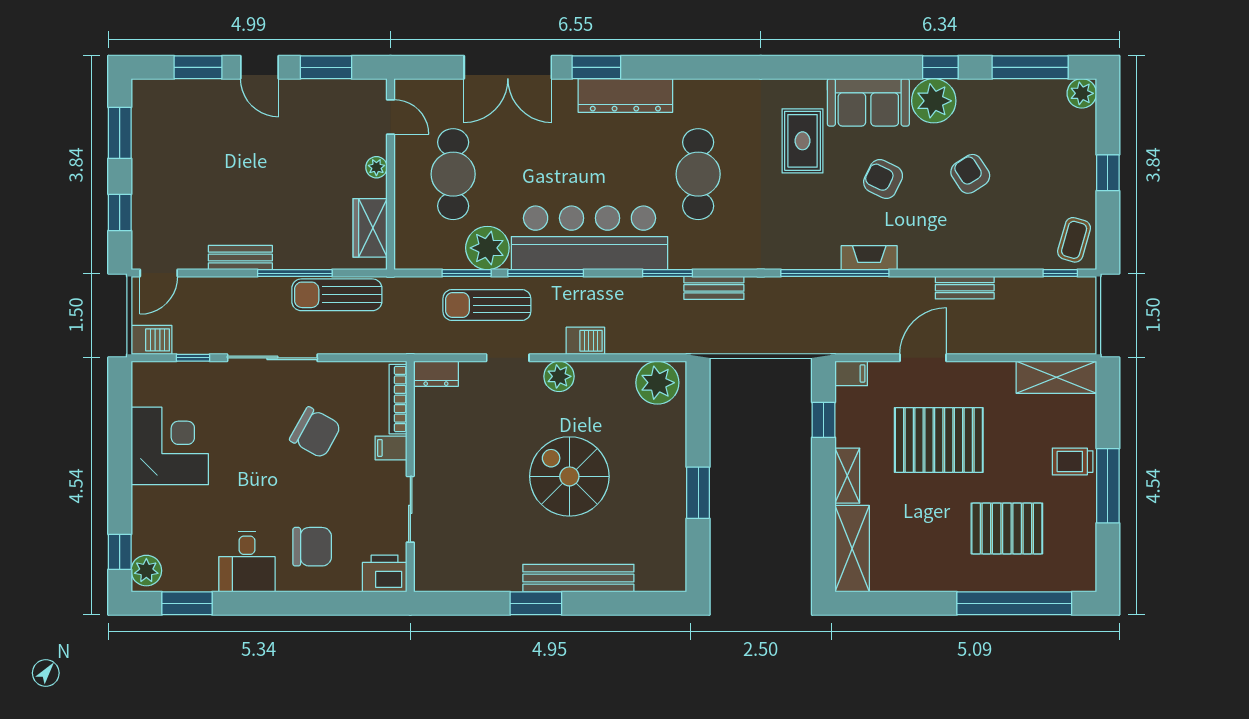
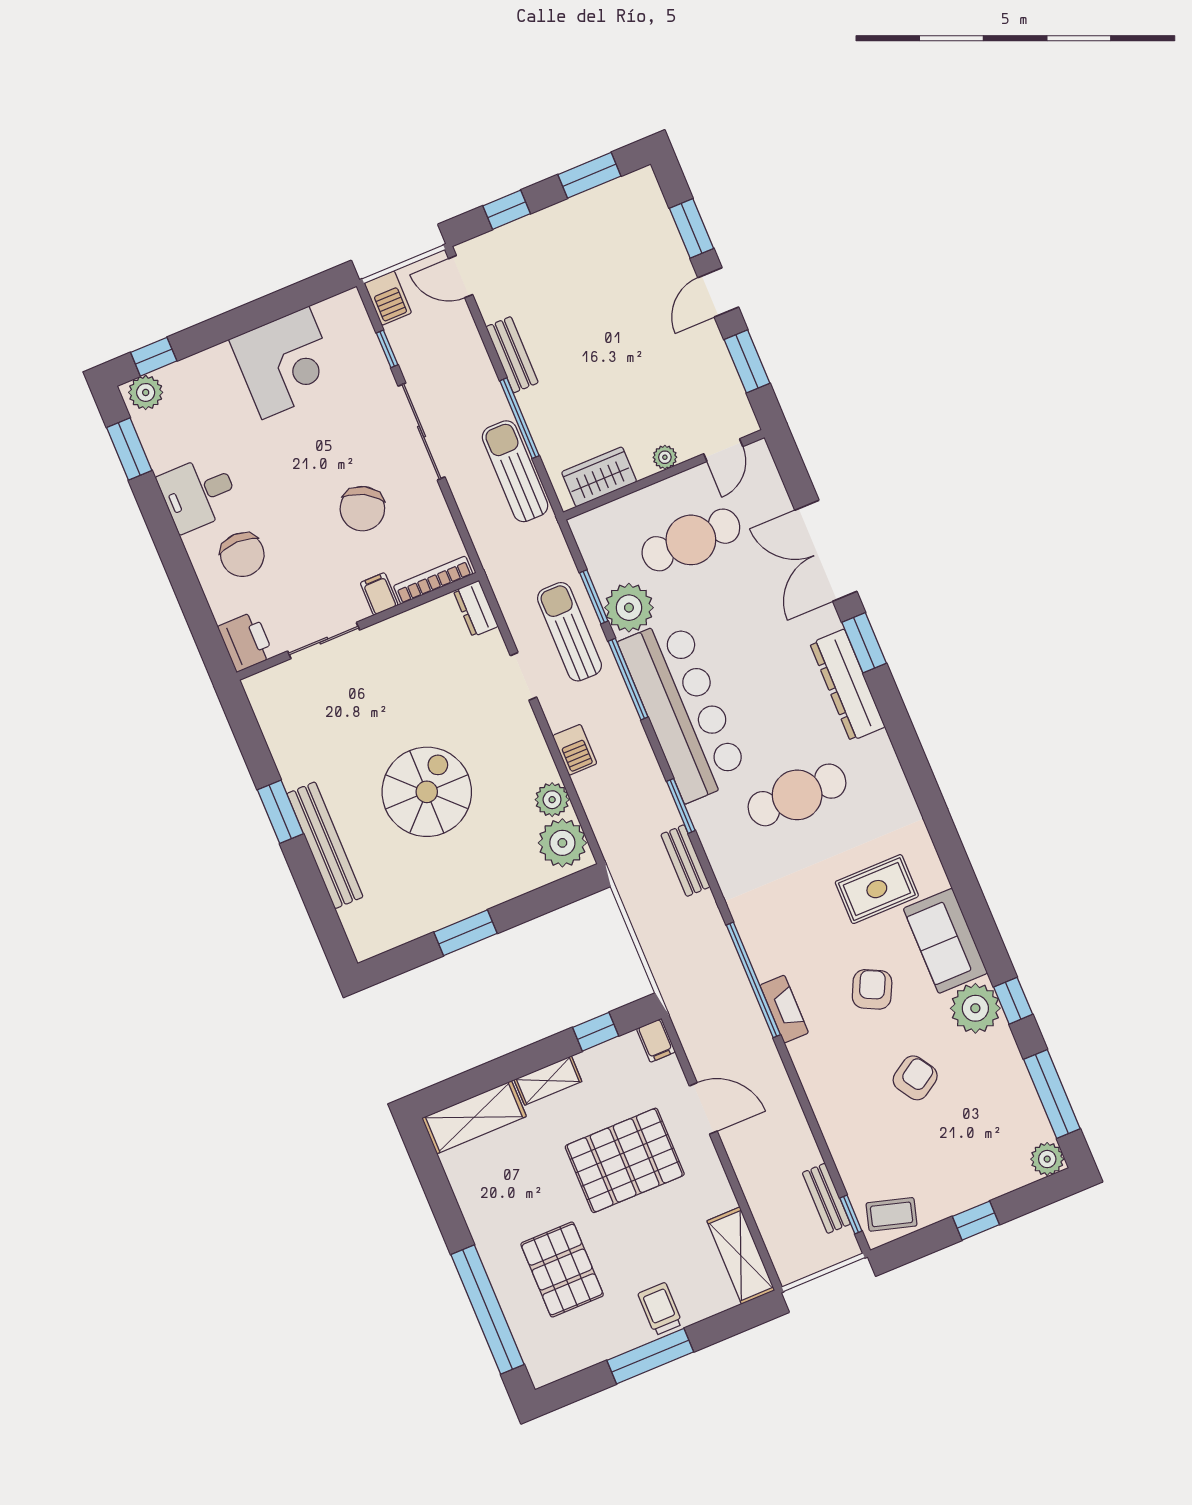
bench: (965, 288) -> (826, 1198), moved
plant: (559, 376) -> (552, 800), moved
pallet: (939, 440) -> (625, 1160), turned 90

